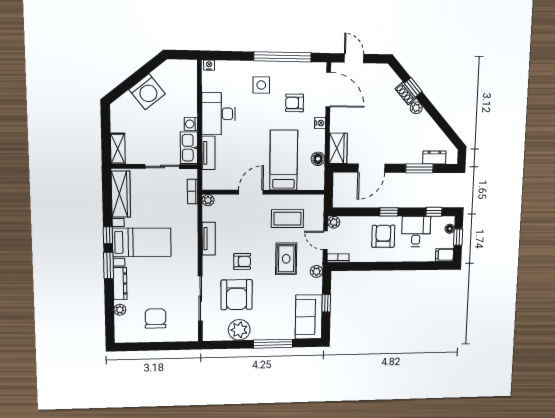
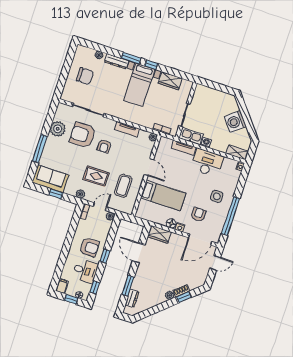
shelving: (118, 149) -> (237, 152), moved
floor lamp: (318, 159) -> (171, 223), moved
wardrobe: (121, 194) -> (170, 81), width x0.67

